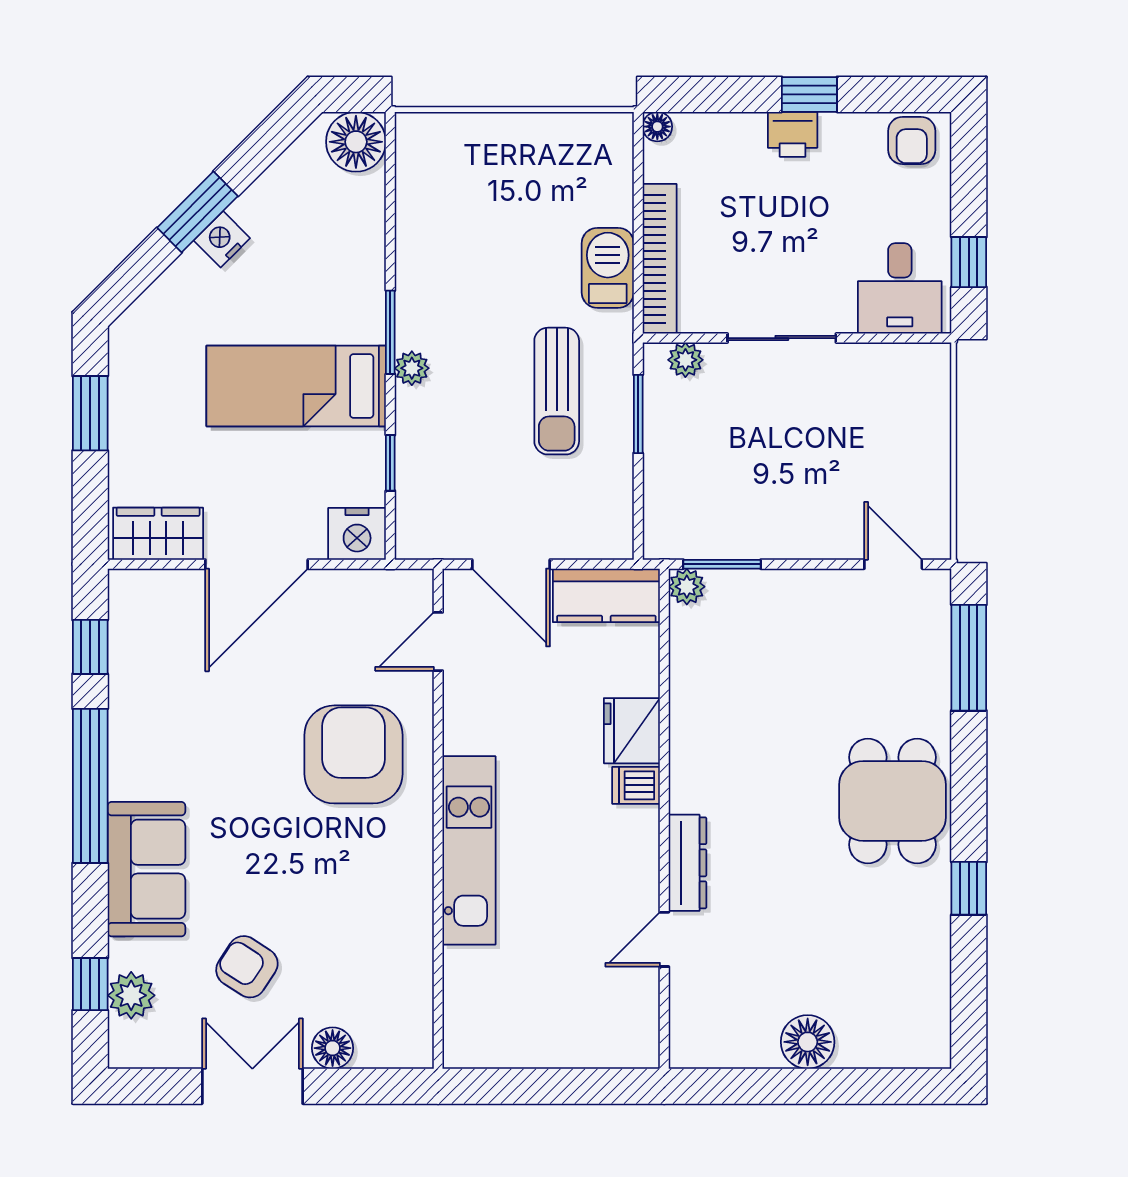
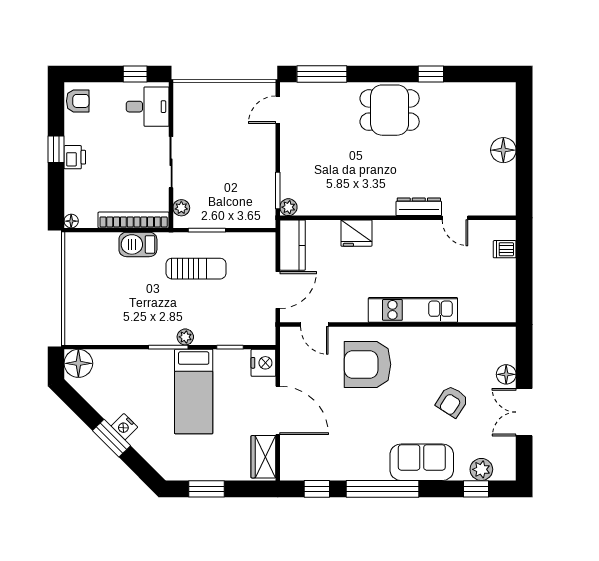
dishwasher: (636, 785) -> (505, 249), moved, turned 90
armchair: (247, 967) -> (452, 402), moved

